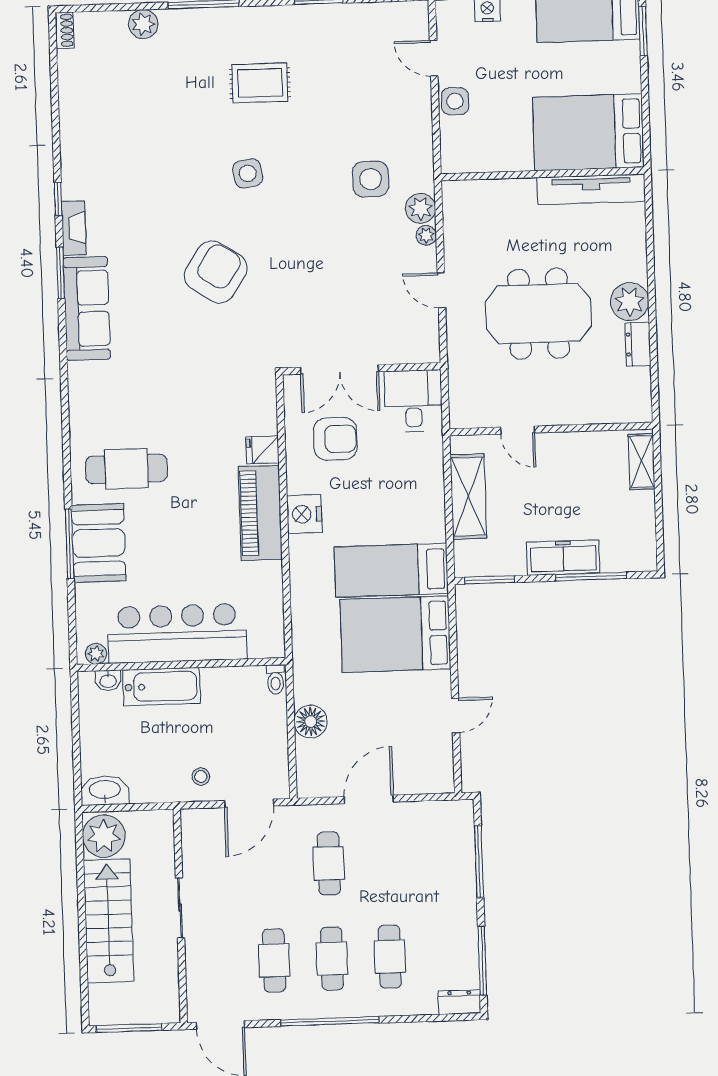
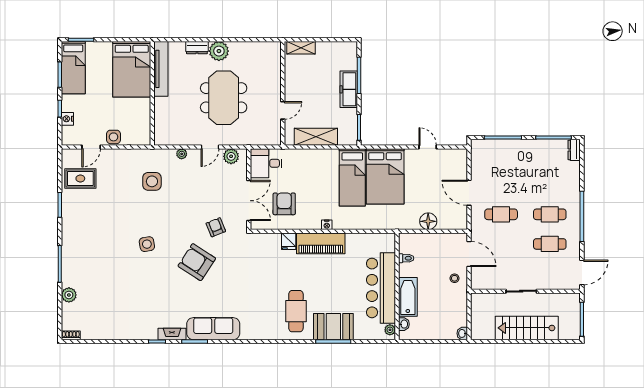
rug: (260, 83) -> (80, 179), moved, turned 90
plant: (421, 208) -> (231, 156), moved
armchair: (285, 307) -> (216, 227), added
dresser: (638, 344) -> (197, 48), moved
nightstand: (304, 514) -> (327, 225), width x0.53, depth x0.56
toilet: (276, 679) -> (406, 258), moved
washbasin: (105, 790) -> (462, 333), width x0.52, depth x0.69
plant: (104, 836) -> (483, 329), removed
cafe table: (390, 957) -> (550, 185), removed

